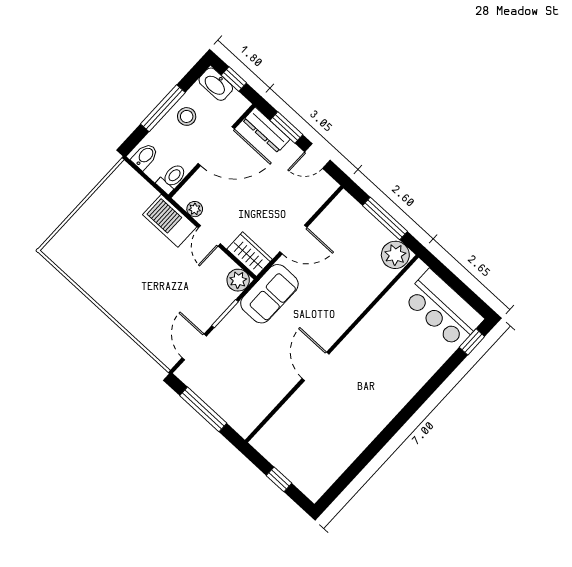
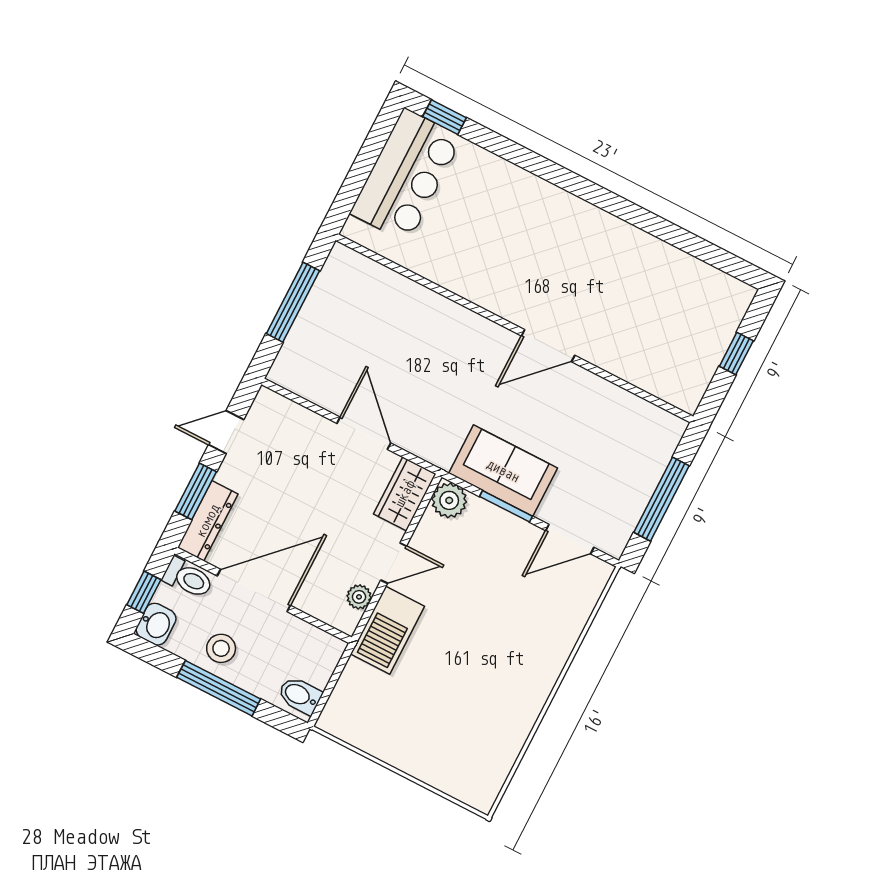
washbasin: (216, 84) -> (156, 624), width x0.72
door: (216, 146) -> (254, 591), hinge flipped
door: (317, 156) -> (226, 432), swing flipped
toilet: (172, 178) -> (188, 578), moved, turned 180
plant: (395, 255) -> (344, 271), removed
sofa: (269, 294) -> (503, 471), moved

